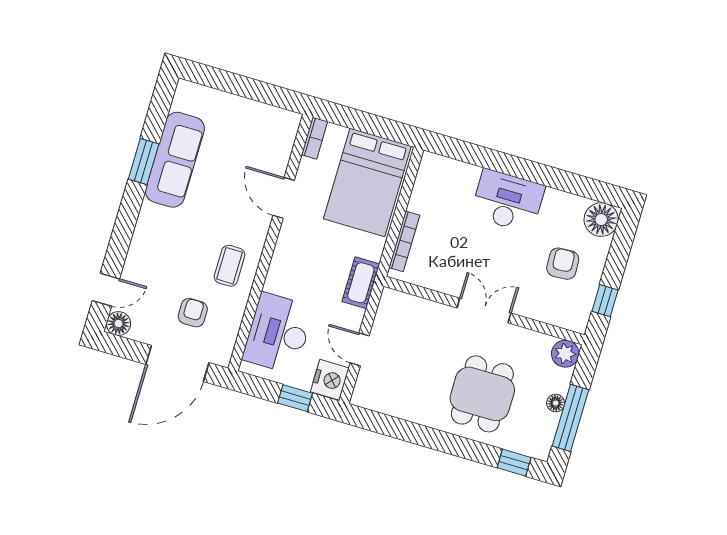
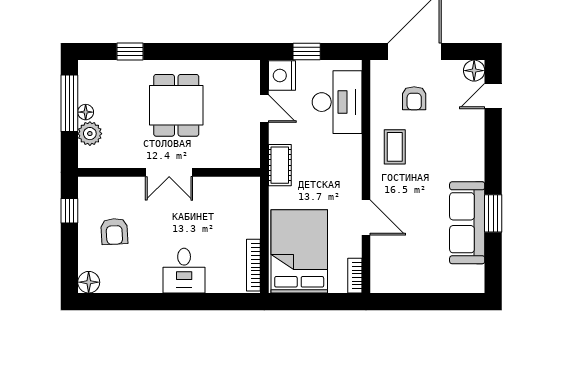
desk: (508, 201) -> (184, 271), width x0.73
floor lamp: (601, 220) -> (89, 282), width x0.73, depth x0.73
bookcase: (404, 241) -> (253, 265), moved
plant: (565, 354) -> (90, 134), moved
dining table: (482, 394) -> (176, 105), moved
window: (514, 463) -> (130, 52), moved

